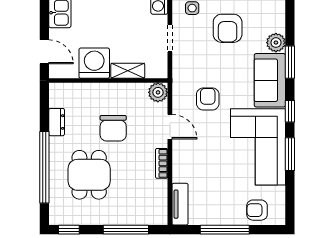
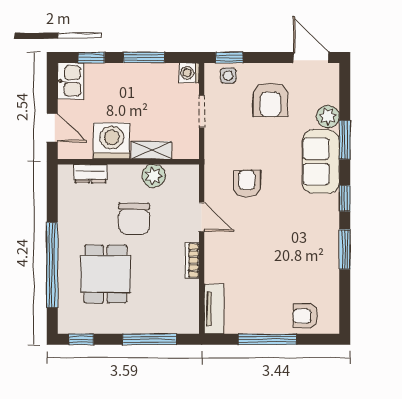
plant: (158, 92) -> (154, 176), moved
dresser: (57, 122) -> (90, 174), moved, turned 90
corner sofa: (258, 147) -> (307, 241), removed

